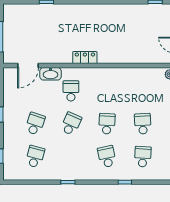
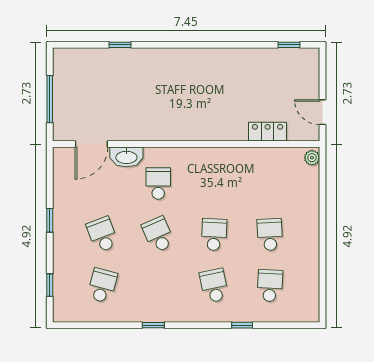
locker: (85, 58) -> (268, 132), moved
school desk: (35, 124) -> (102, 235), turned -39
school desk: (71, 124) -> (158, 235), turned -48

